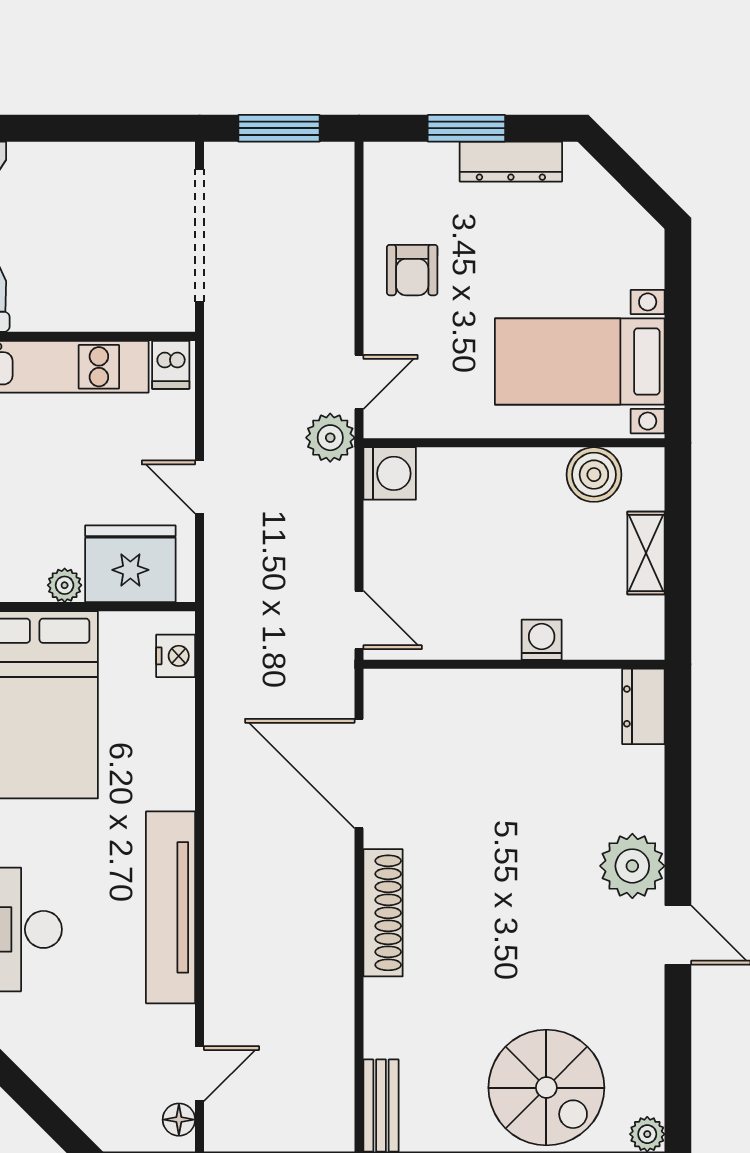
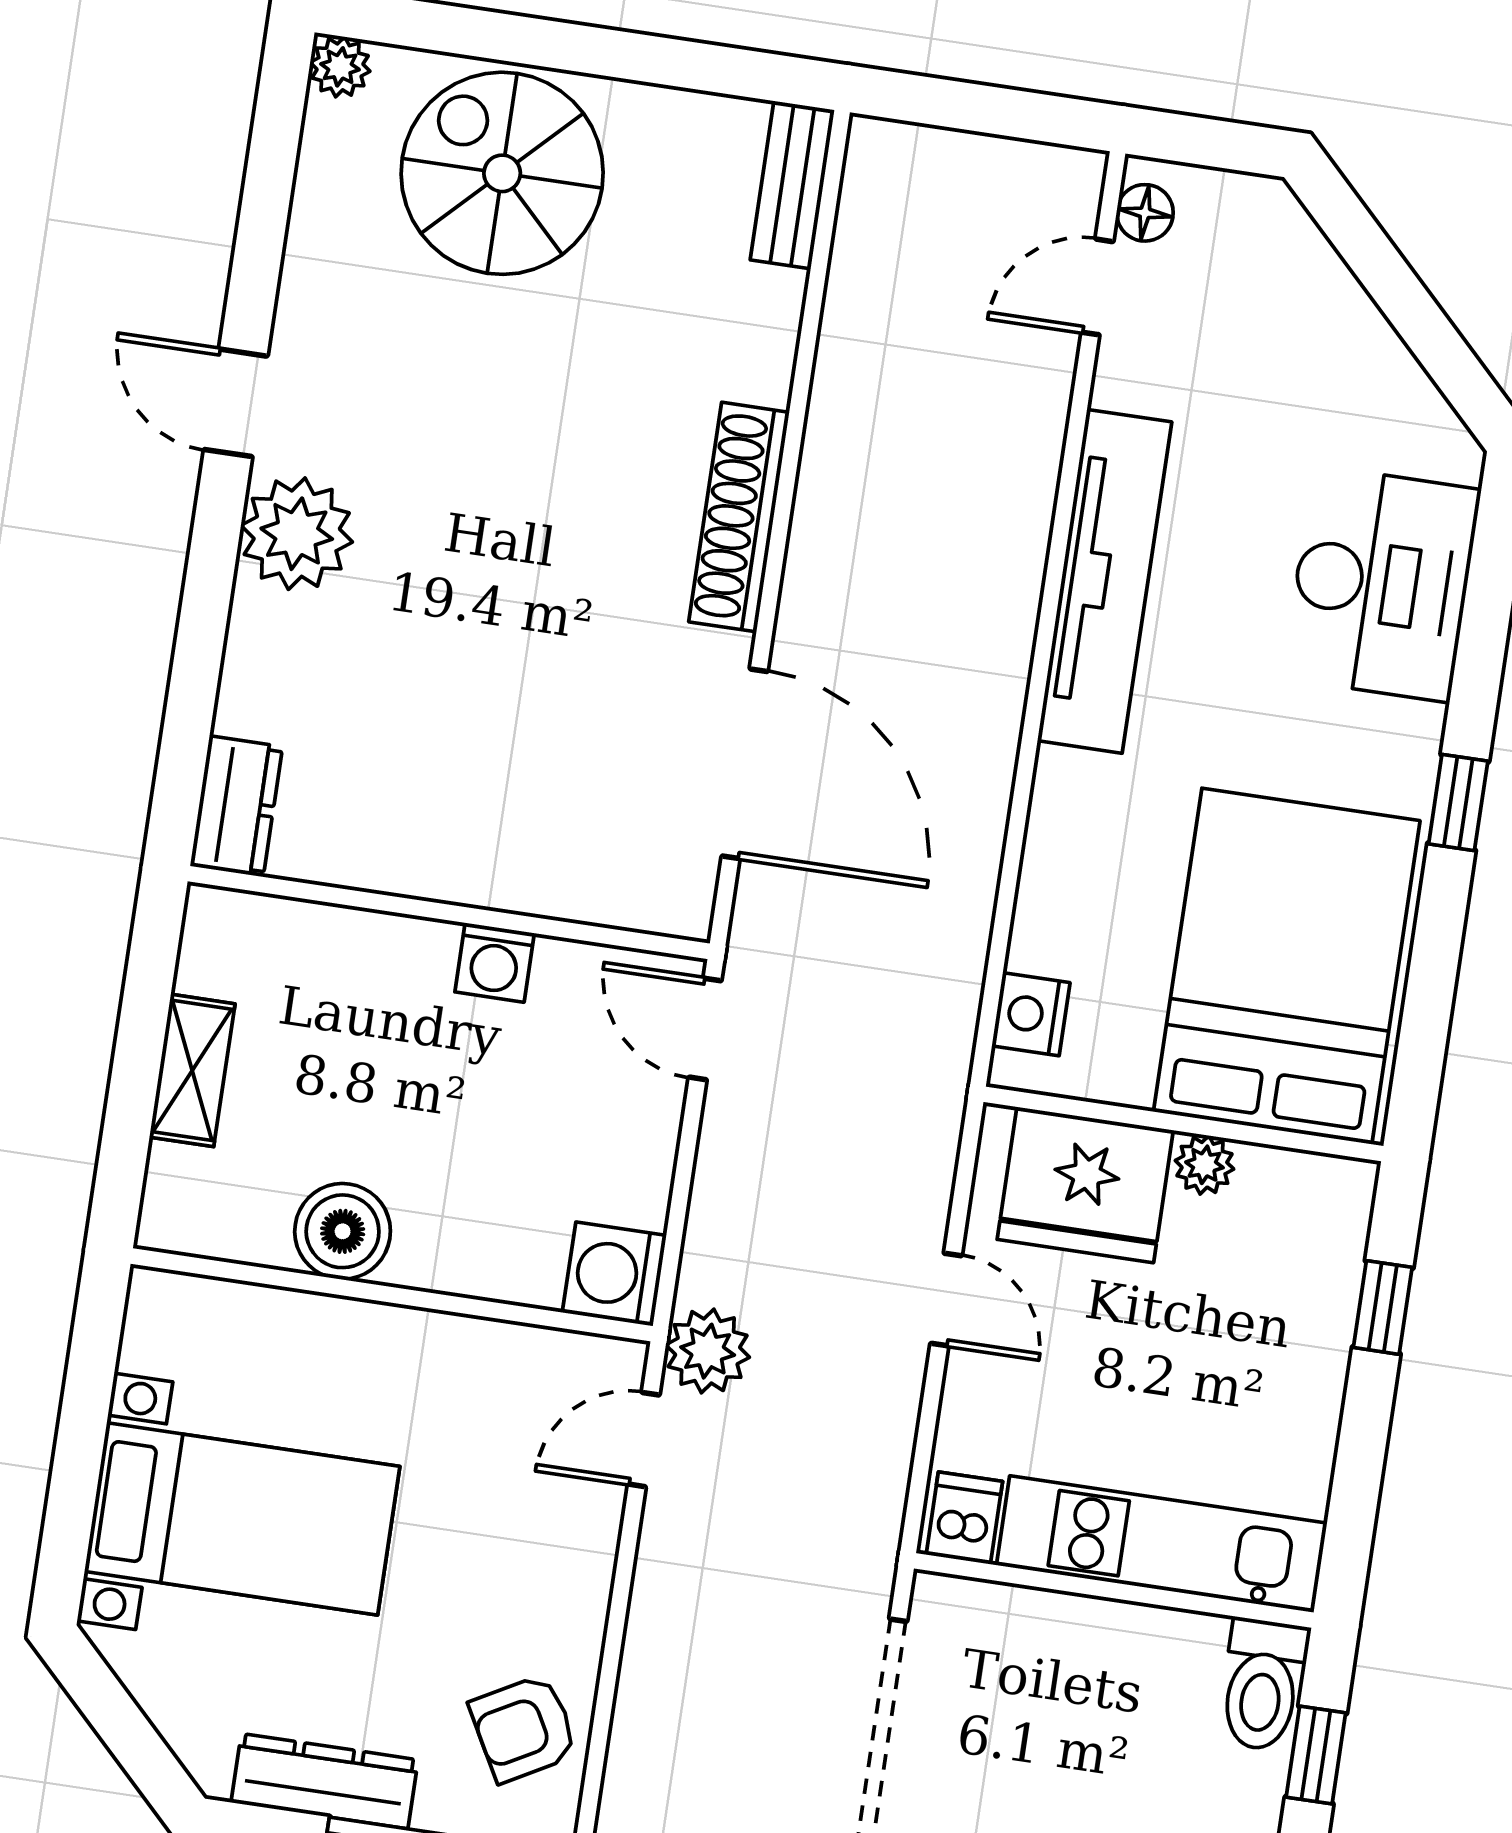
armchair: (412, 270) -> (524, 1728), moved, turned -119
bed with nightstands: (580, 362) -> (242, 1519), moved
boiler: (594, 475) -> (343, 1231), moved
washing machine: (542, 640) -> (495, 963), moved

